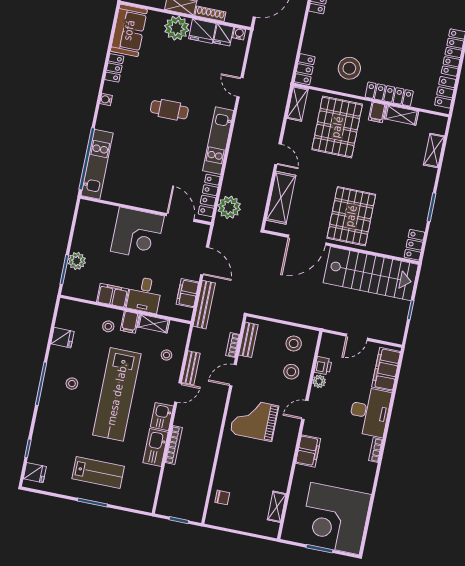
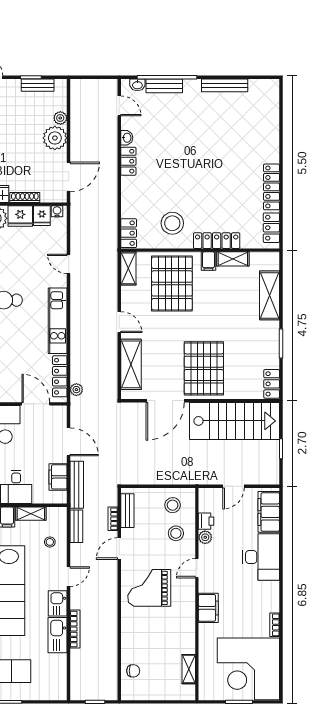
shelving: (434, 150) -> (270, 295), width x1.50, depth x1.33
plant: (229, 207) -> (76, 390), width x0.53, depth x0.53
bench: (191, 368) -> (76, 526), moved
bookcase: (376, 450) -> (275, 625), moved

